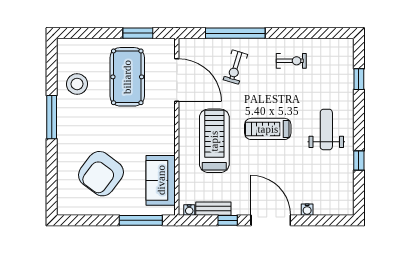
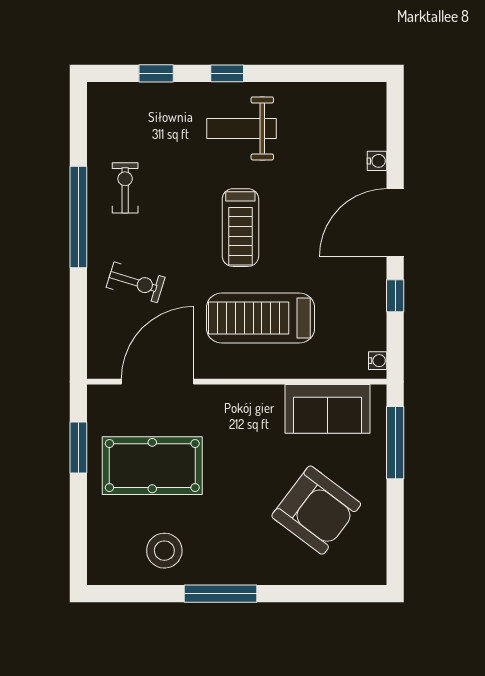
window: (235, 33) -> (78, 217), moved
window: (359, 161) -> (227, 73), moved
bench: (213, 209) -> (375, 320), removed

